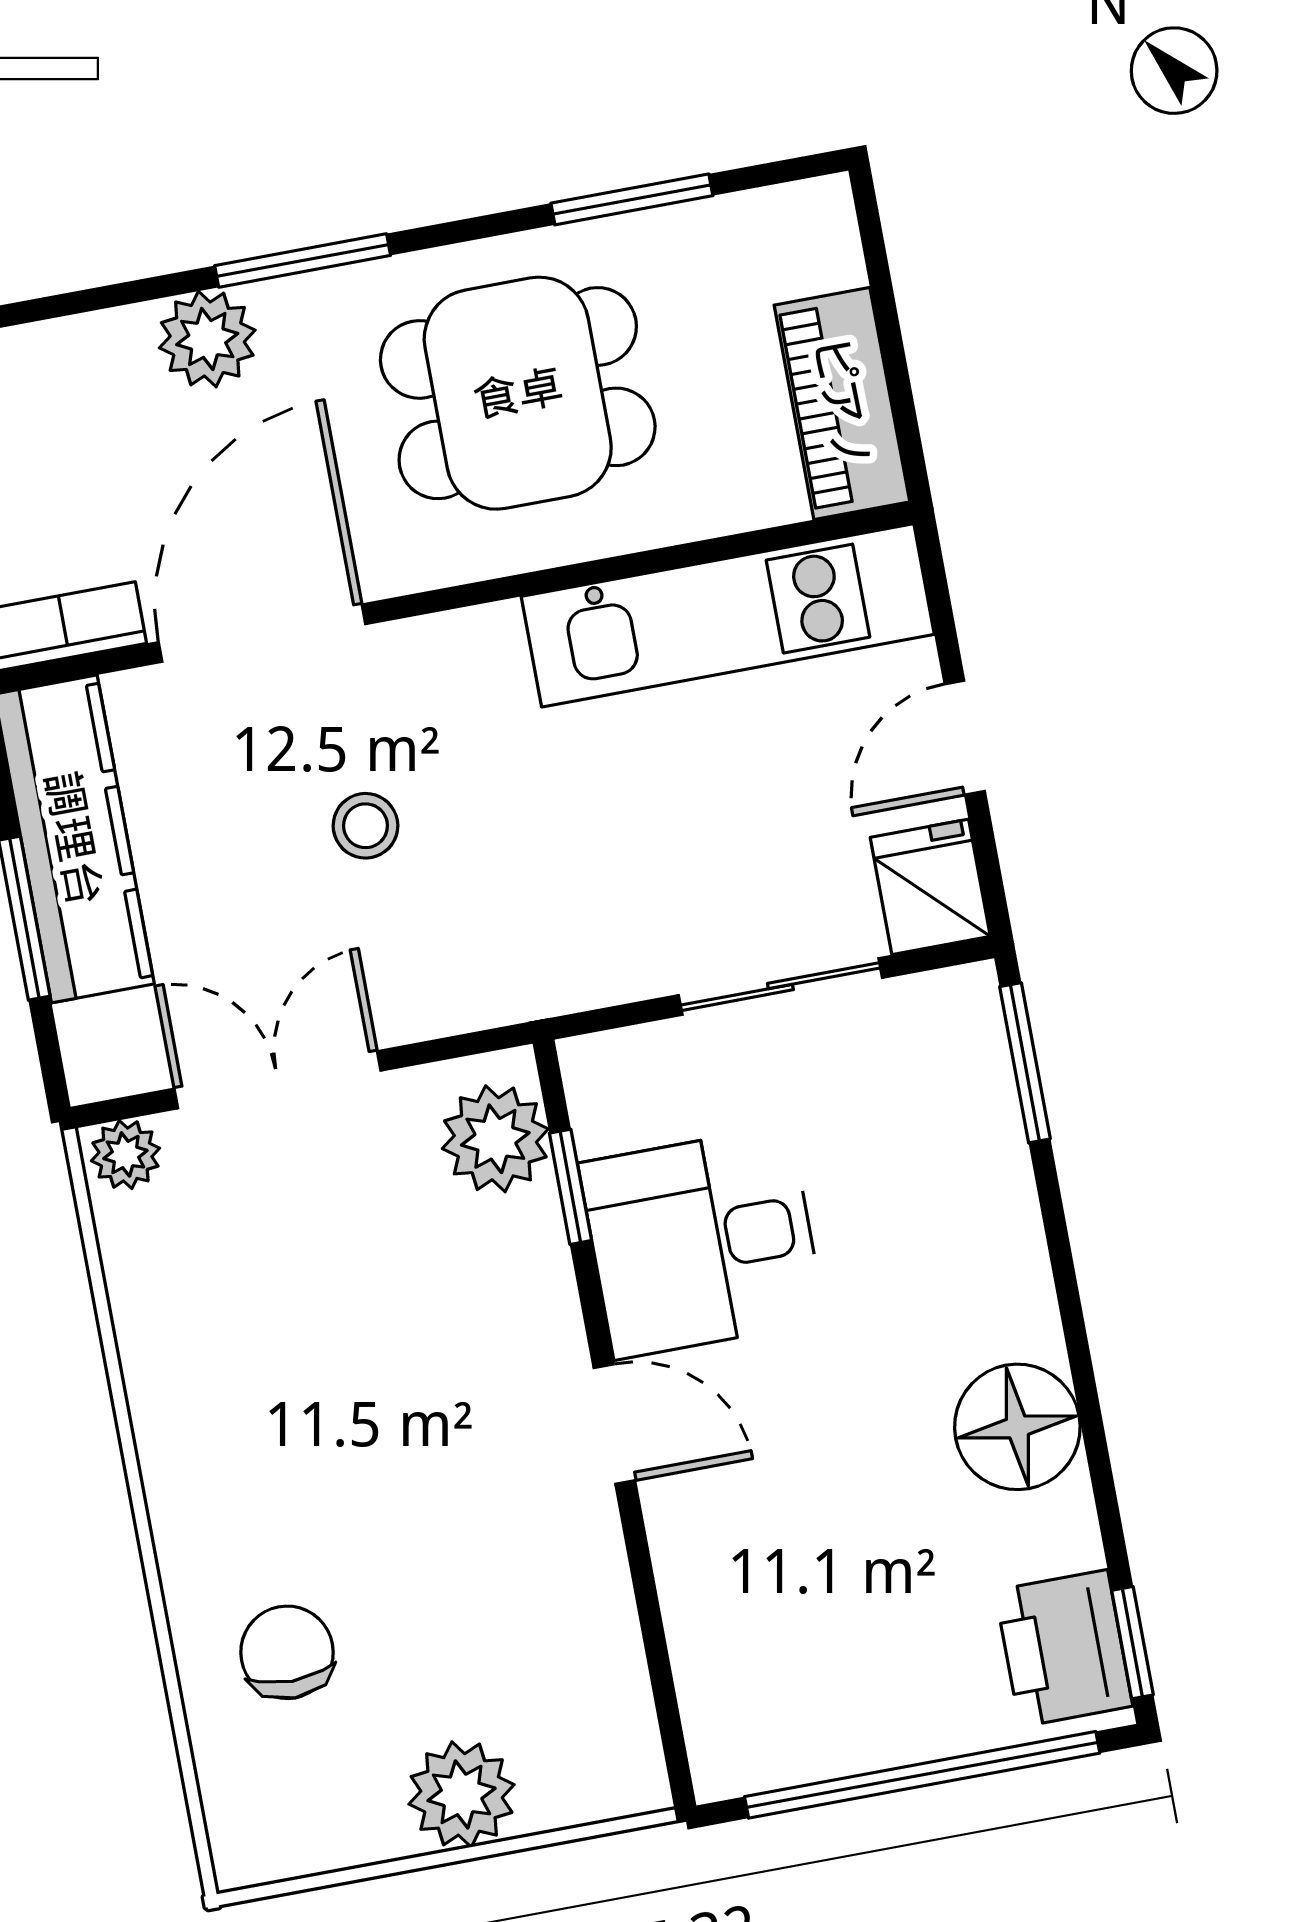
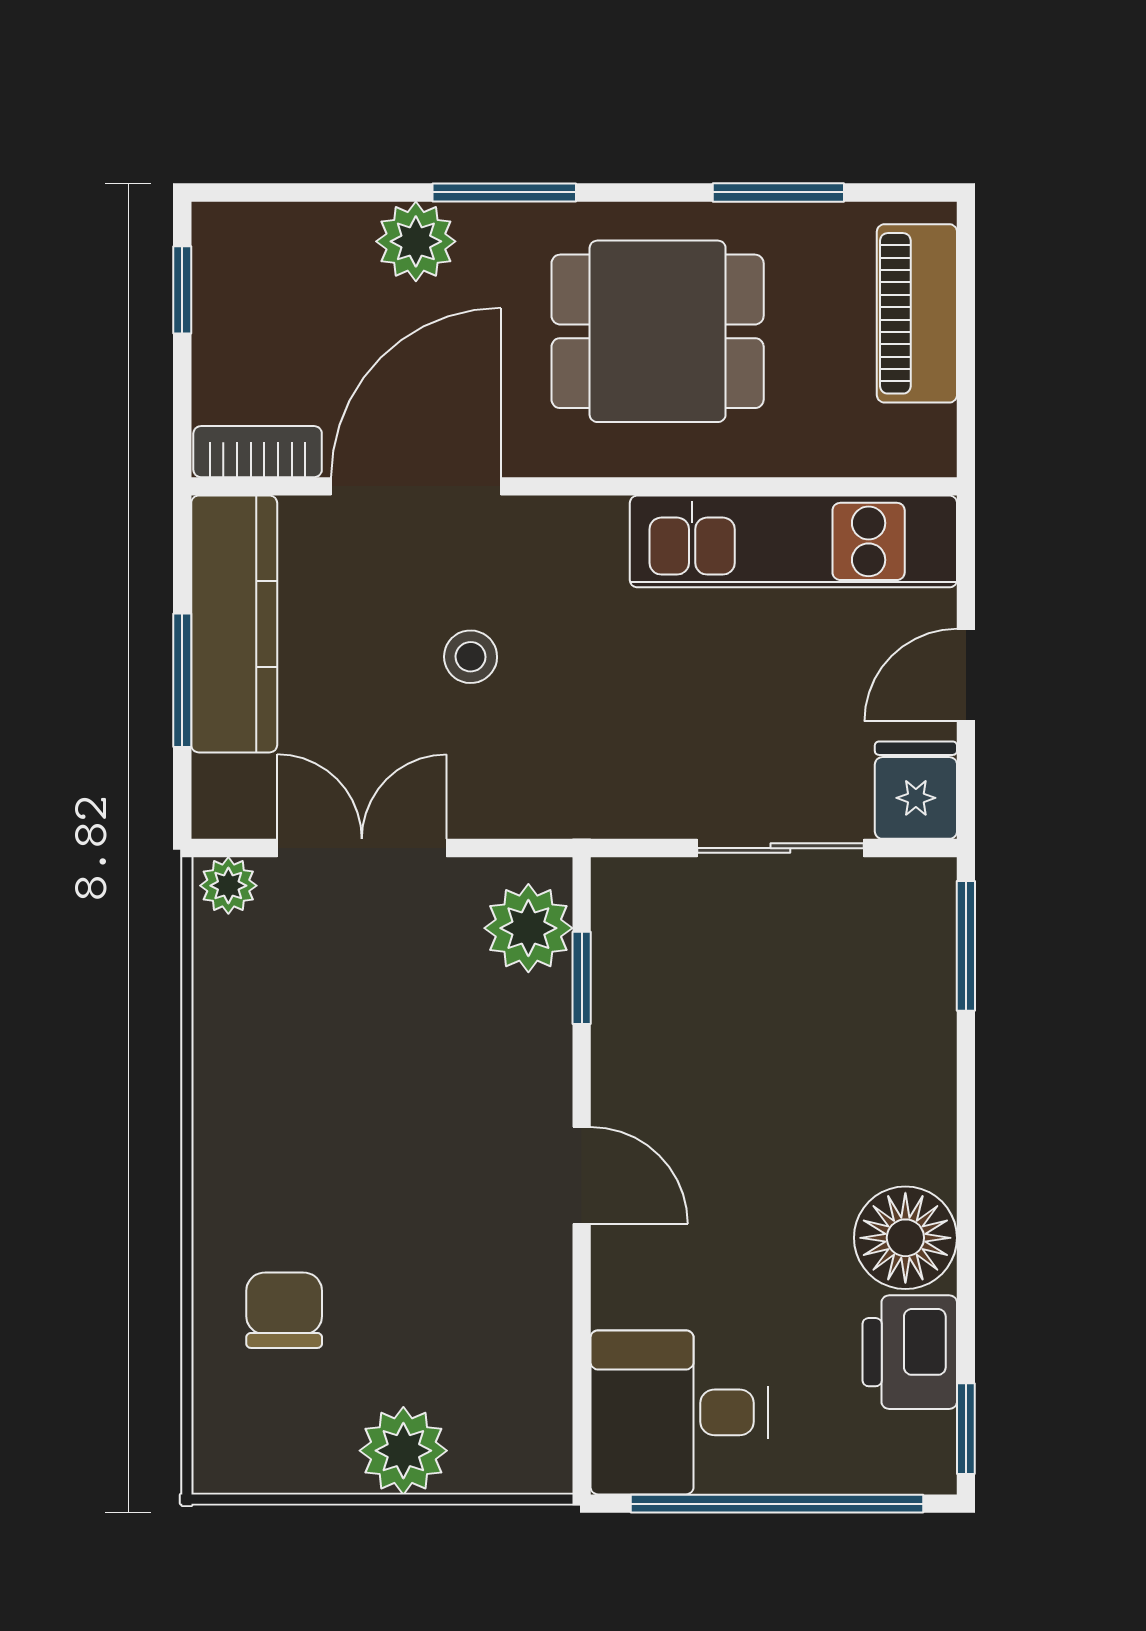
piano: (842, 403) -> (917, 313), moved
desk: (702, 1242) -> (679, 1412), moved
printer: (1064, 1648) -> (910, 1352), moved

